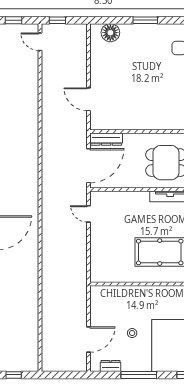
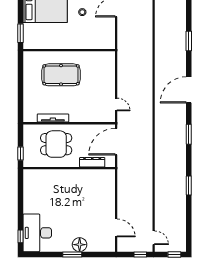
floor lamp: (110, 33) -> (80, 245), moved
door: (89, 99) -> (116, 228), moved
dresser: (106, 139) -> (92, 162), moved

